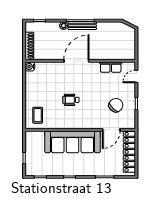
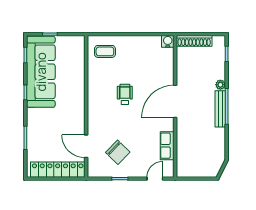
door: (76, 61) -> (175, 101), swing flipped
door: (136, 76) -> (155, 179), hinge flipped
sofa: (73, 142) -> (41, 72), moved, turned 180

